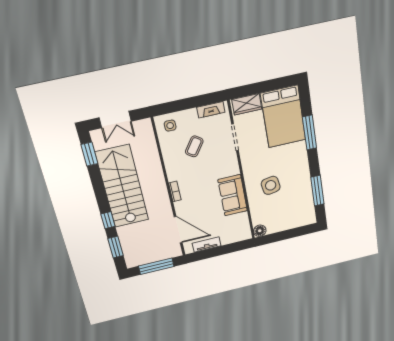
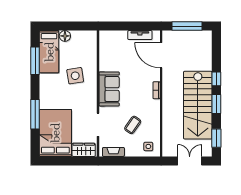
sofa: (233, 195) -> (109, 89), moved
bed: (303, 204) -> (49, 52), added
floor lamp: (260, 231) -> (65, 36), moved
window: (116, 247) -> (216, 104), moved

